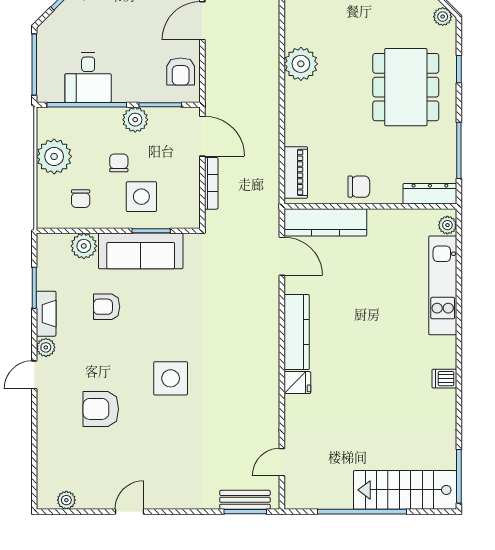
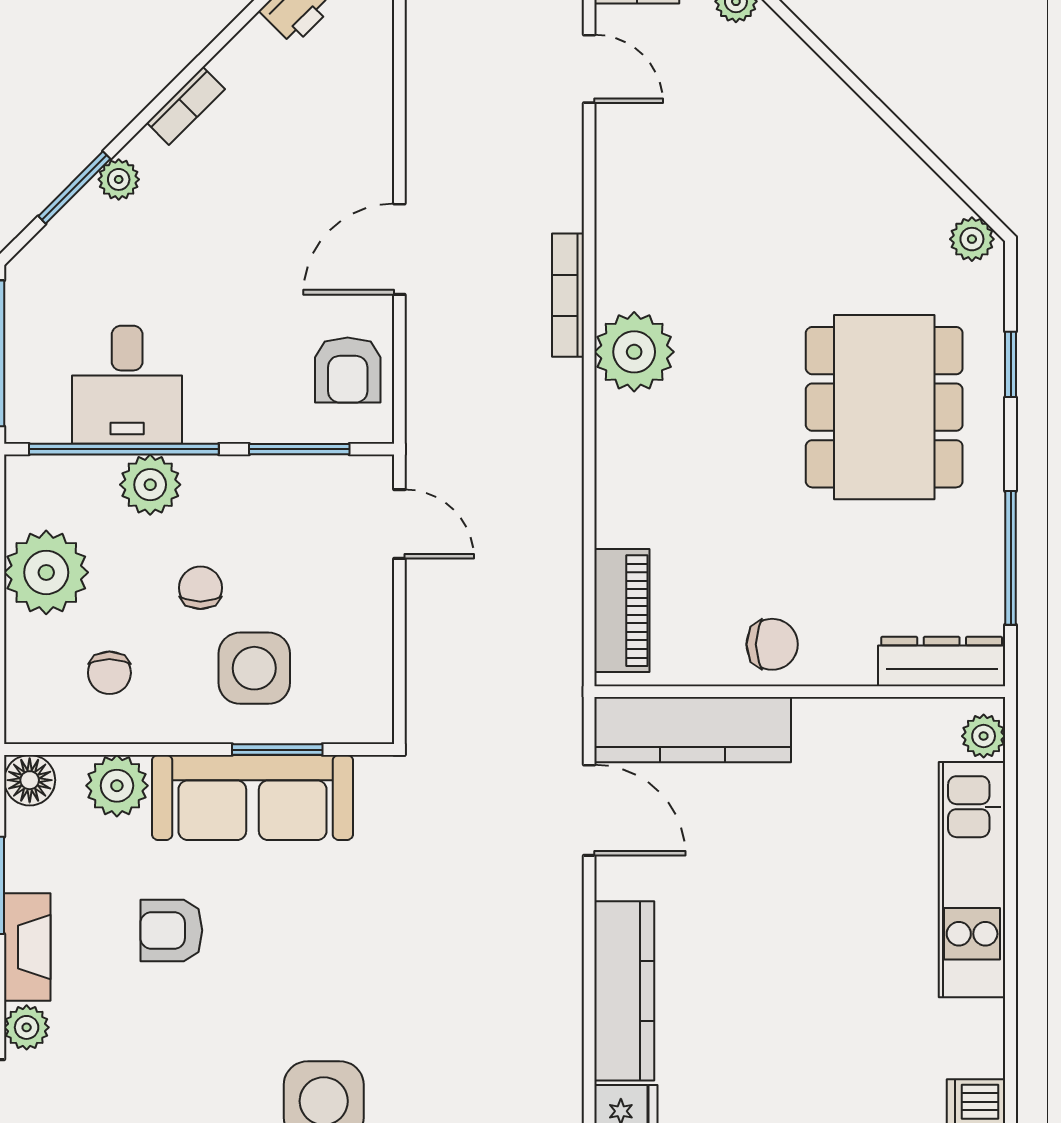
plant: (135, 120) -> (150, 485), moved
door: (202, 136) -> (399, 524), width x0.73
bookcase: (211, 183) -> (568, 295), moved, turned 180
floor lamp: (47, 244) -> (30, 780), added

